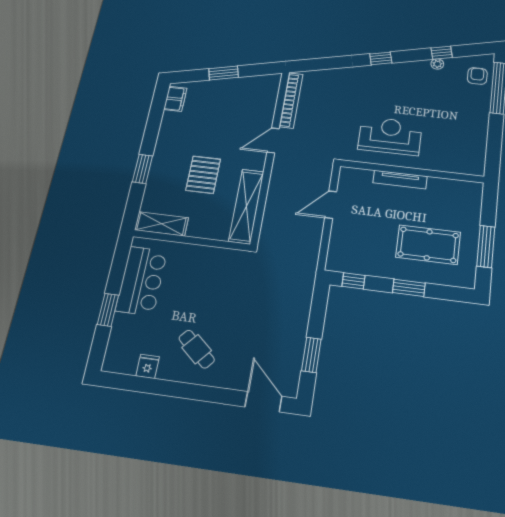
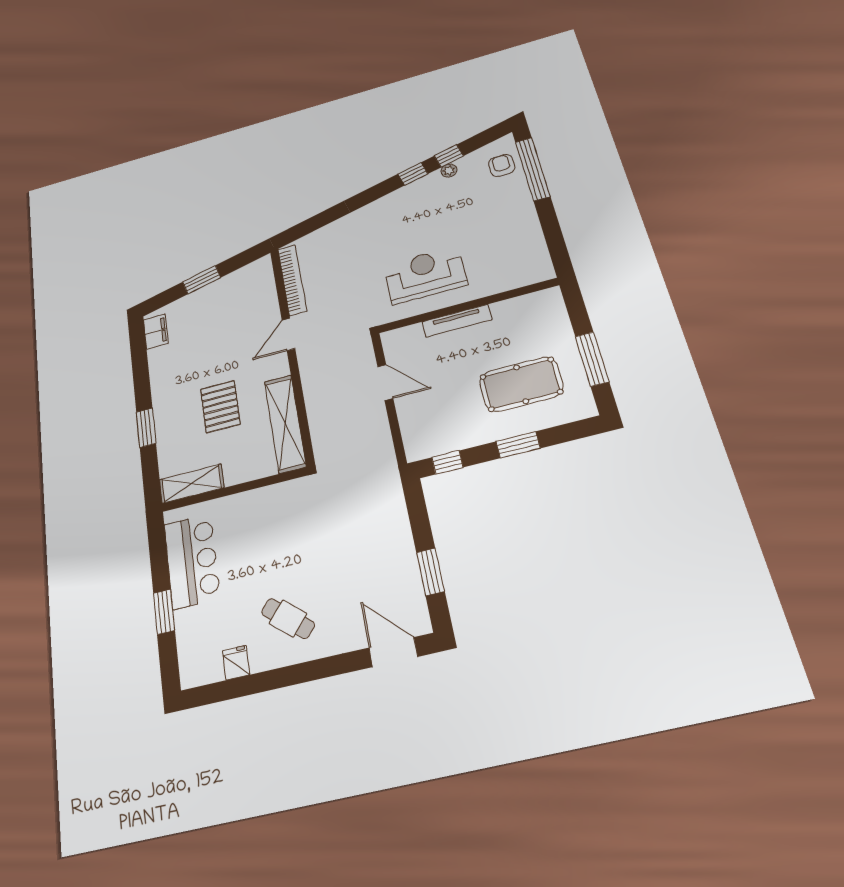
window: (381, 58) -> (413, 174), moved
door: (331, 205) -> (385, 382), swing flipped

